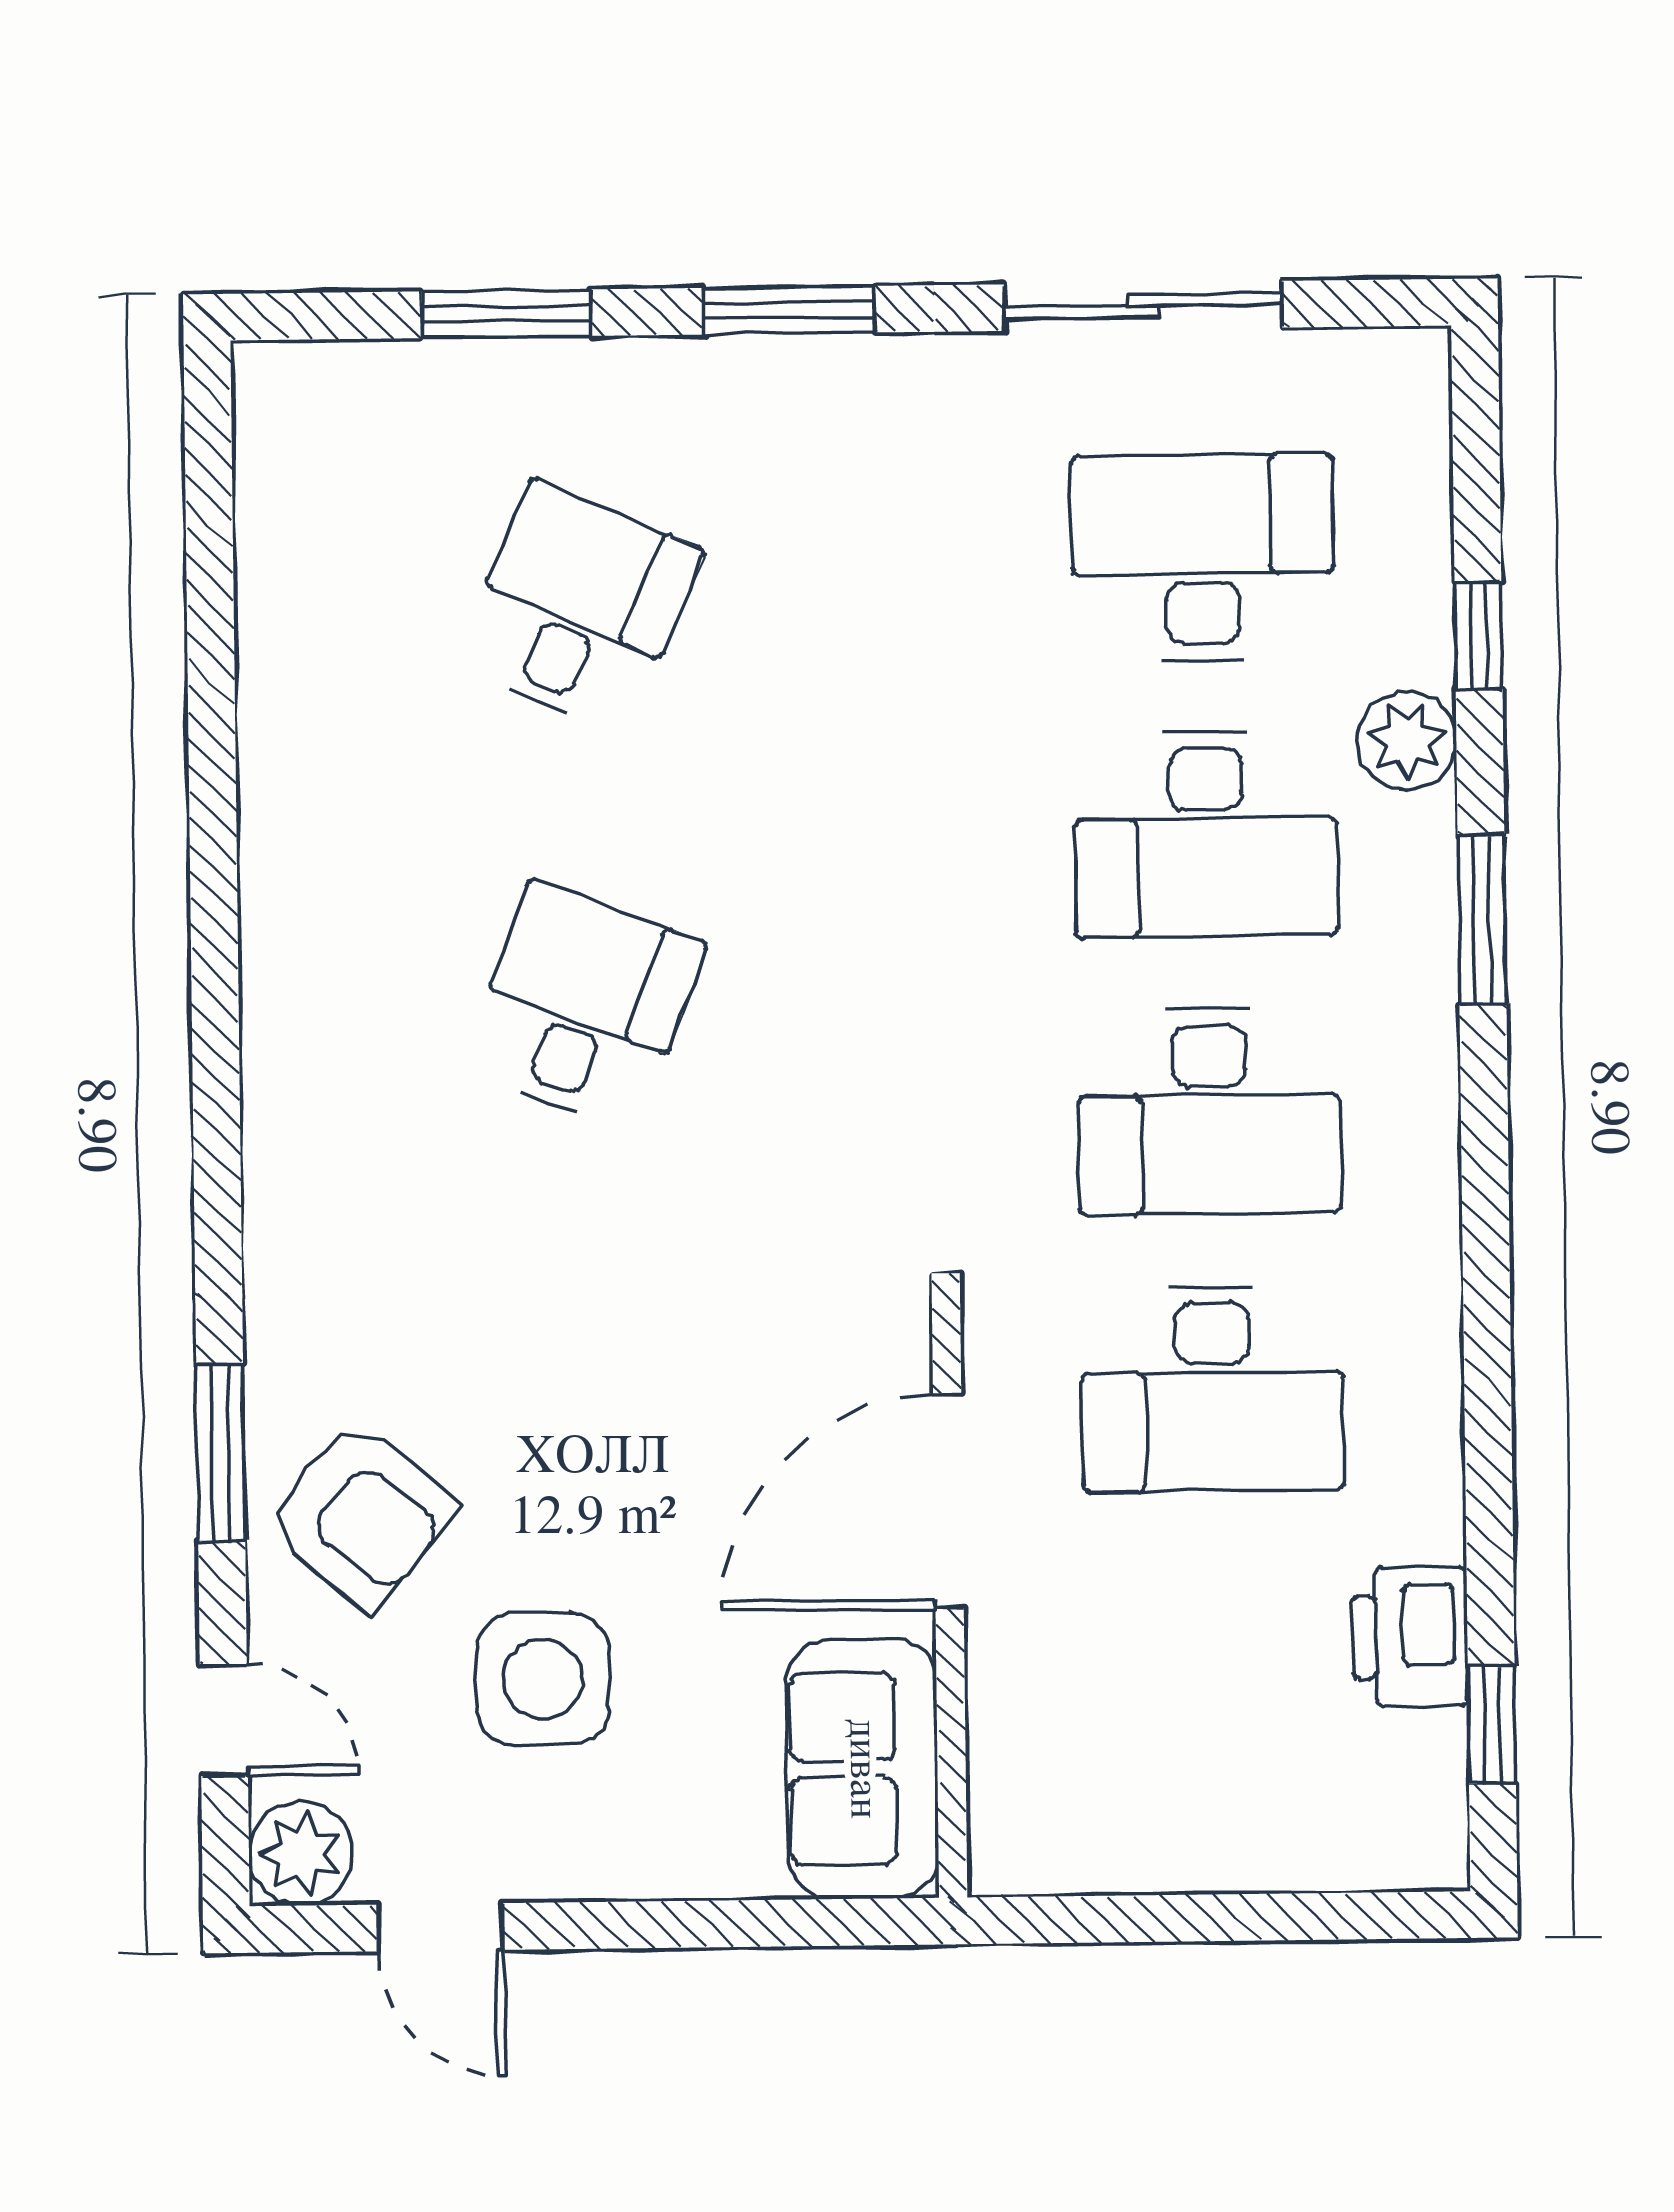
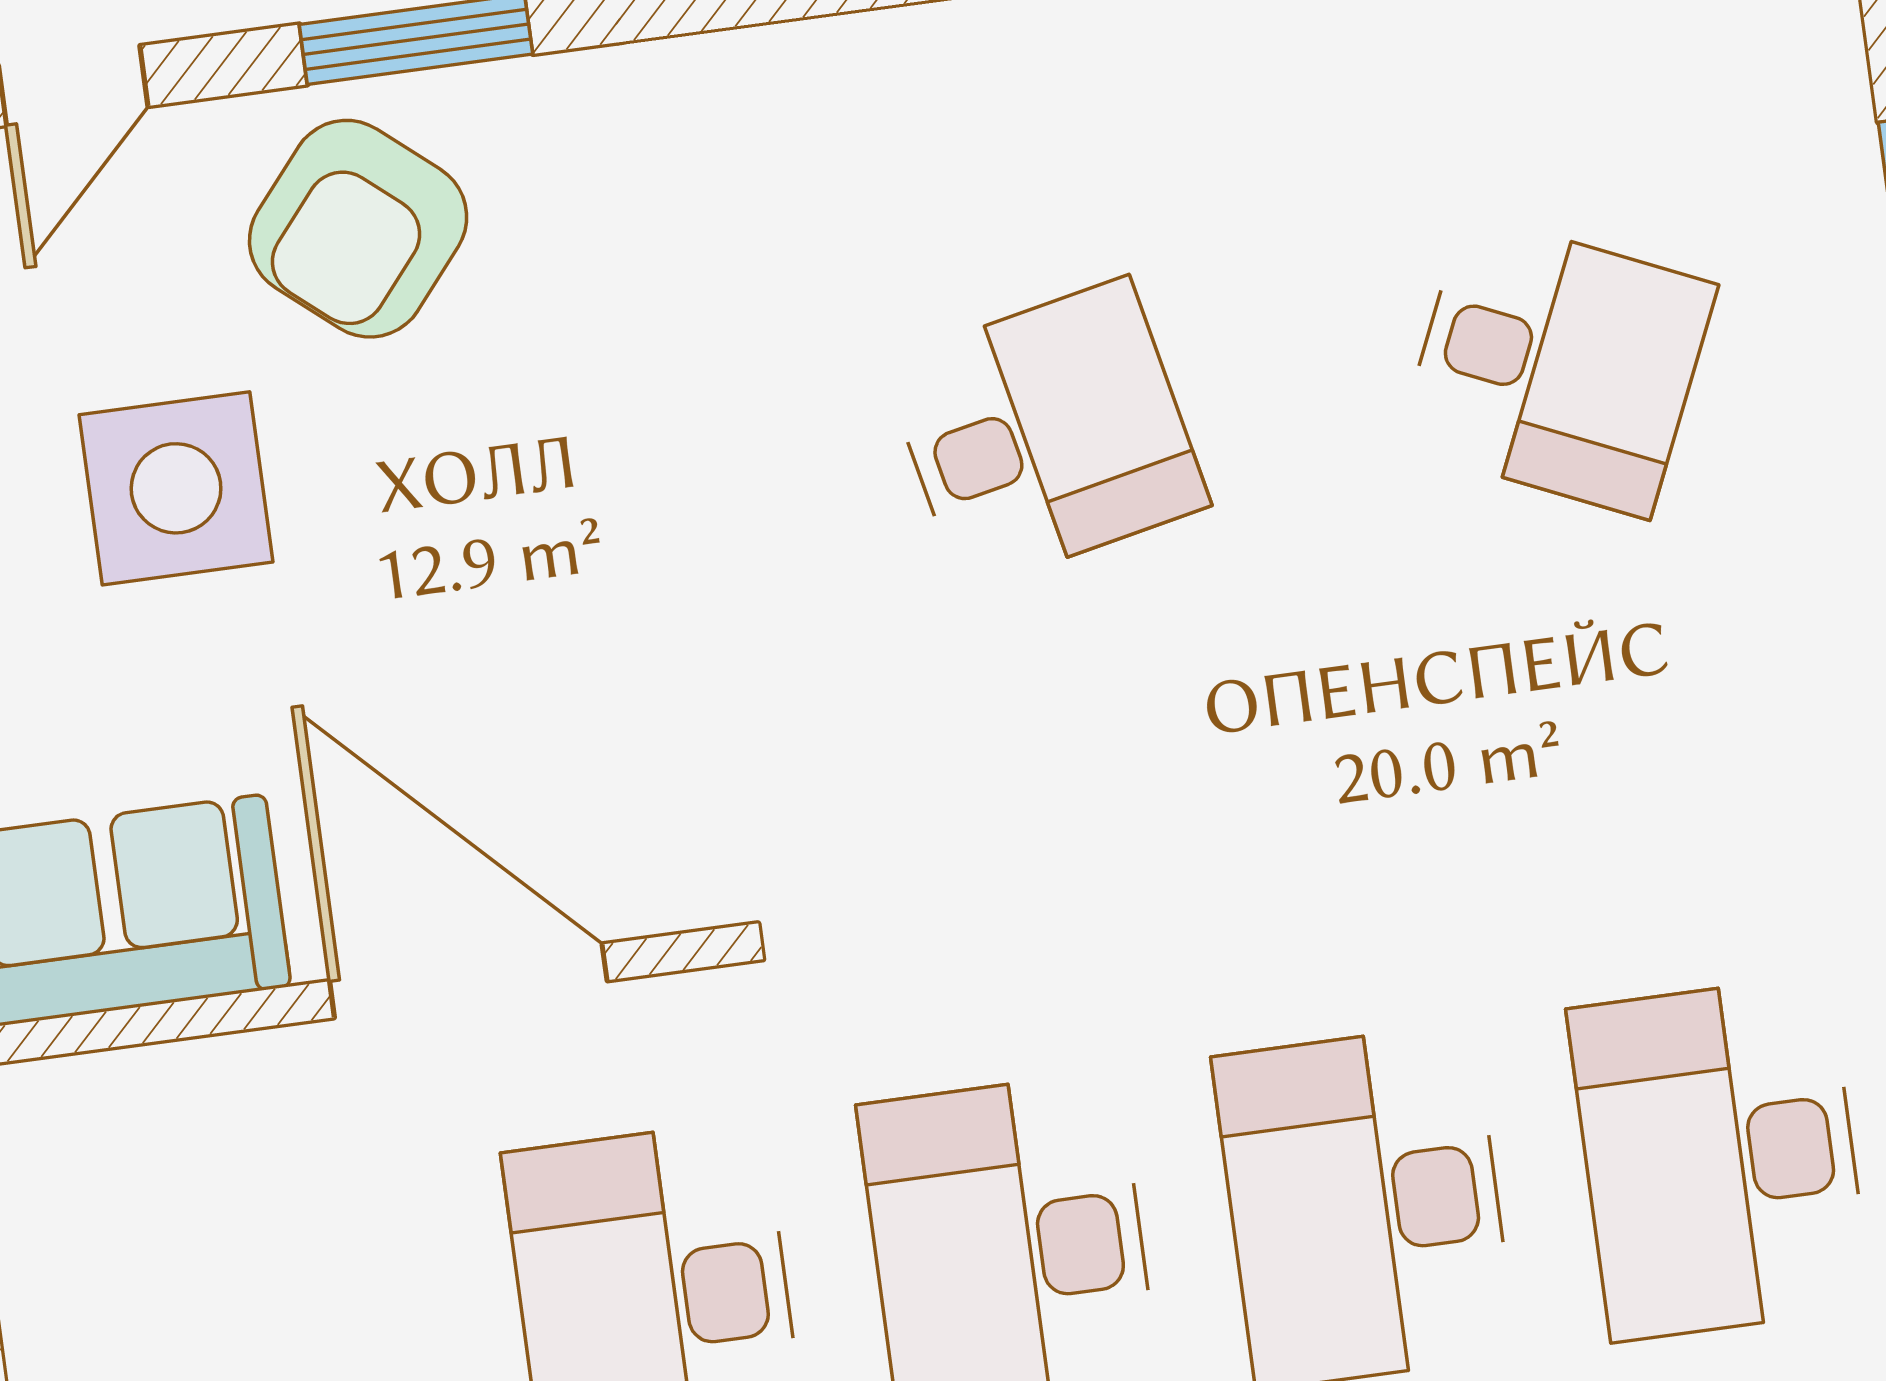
desk: (1203, 557) -> (1720, 1158), turned 180
desk: (583, 1006) -> (1046, 434), turned -33

